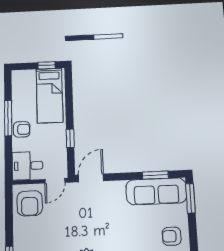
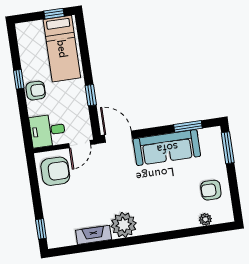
window: (8, 118) -> (19, 79), width x0.46
door: (91, 178) -> (118, 137), hinge flipped
sofa: (156, 191) -> (167, 148), moved
armchair: (30, 203) -> (55, 171), turned -90

